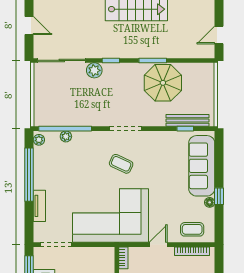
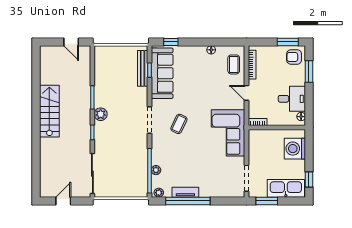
plant: (94, 70) -> (101, 114), moved
parasol: (163, 83) -> (111, 89), removed
sofa: (202, 166) -> (162, 73), moved, turned -90
window: (219, 196) -> (171, 42), moved
tv unit: (39, 206) -> (185, 192), moved
corner sofa: (110, 216) -> (228, 133), width x0.73, depth x0.74

